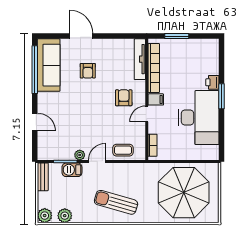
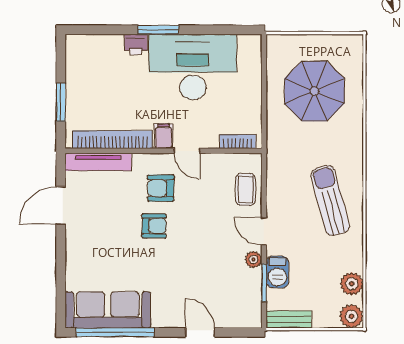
door: (81, 36) -> (61, 206), moved
armchair: (88, 71) -> (154, 226), moved
door: (35, 122) -> (200, 332), hinge flipped
parasol: (184, 193) -> (314, 91), width x0.73, depth x0.73
sun lounger: (116, 202) -> (330, 201), turned 149

